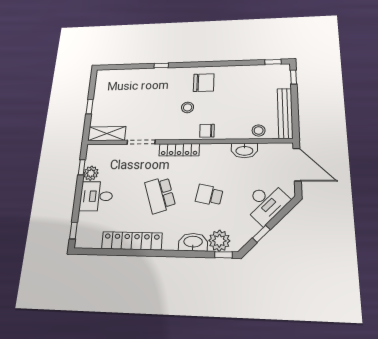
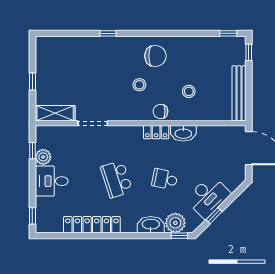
stool: (259, 130) -> (189, 91), moved
locker: (179, 150) -> (156, 132), moved, width x0.66
washbasin: (244, 150) -> (183, 133), moved
desk: (266, 203) -> (208, 197), moved

